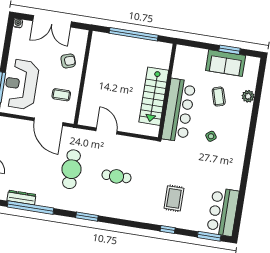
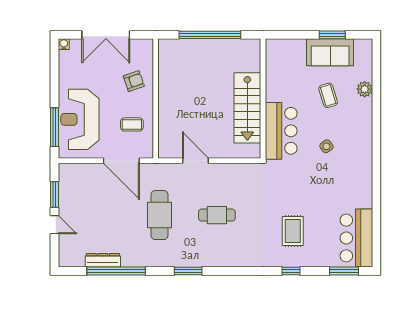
bar counter: (179, 110) -> (281, 131), width x0.73

